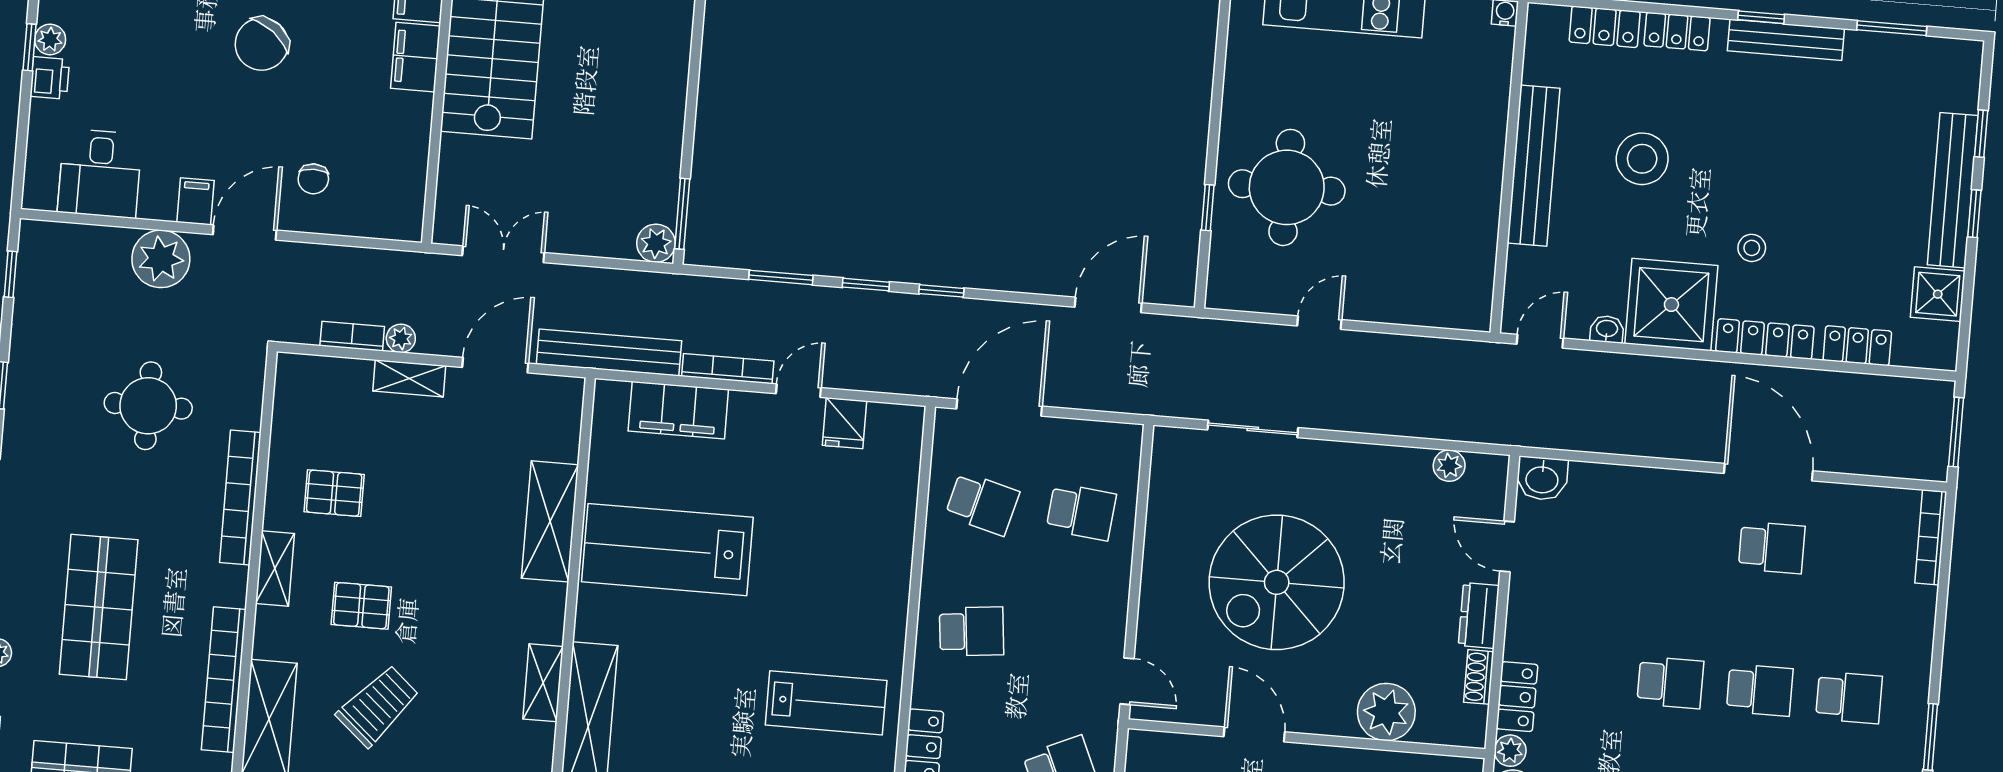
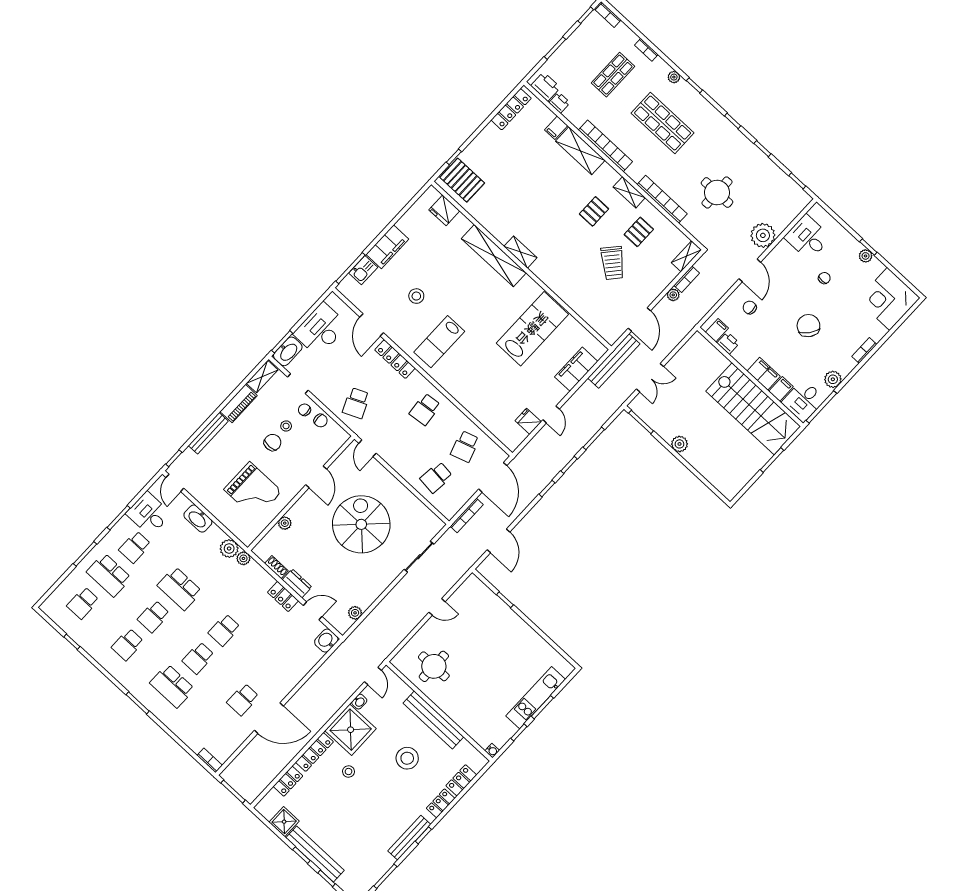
printer: (50, 78) -> (728, 343), moved, turned 180
chair: (151, 84) -> (824, 278), added
round table: (1287, 187) -> (434, 666), moved, width x0.73, depth x0.73
filing cabinet: (195, 201) -> (717, 330), moved, turned -90
plant: (656, 243) -> (679, 444), moved
double door: (503, 254) -> (650, 378), moved
door: (1319, 323) -> (437, 607), hinge flipped
bookcase: (728, 369) -> (467, 515), moved
shelving: (409, 378) -> (686, 256), moved
school desk: (982, 504) -> (465, 446), turned -33
shelving: (550, 521) -> (573, 297), removed
bookcase: (1931, 537) -> (210, 760), width x0.64
door: (1127, 681) -> (367, 448), hinge flipped
locker: (1517, 697) -> (283, 596), moved
school desk: (1849, 698) -> (172, 686), width x1.85
trolley: (378, 706) -> (613, 263), moved
plant: (1386, 712) -> (285, 523), width x0.53, depth x0.53
door: (1254, 734) -> (316, 477), hinge flipped

